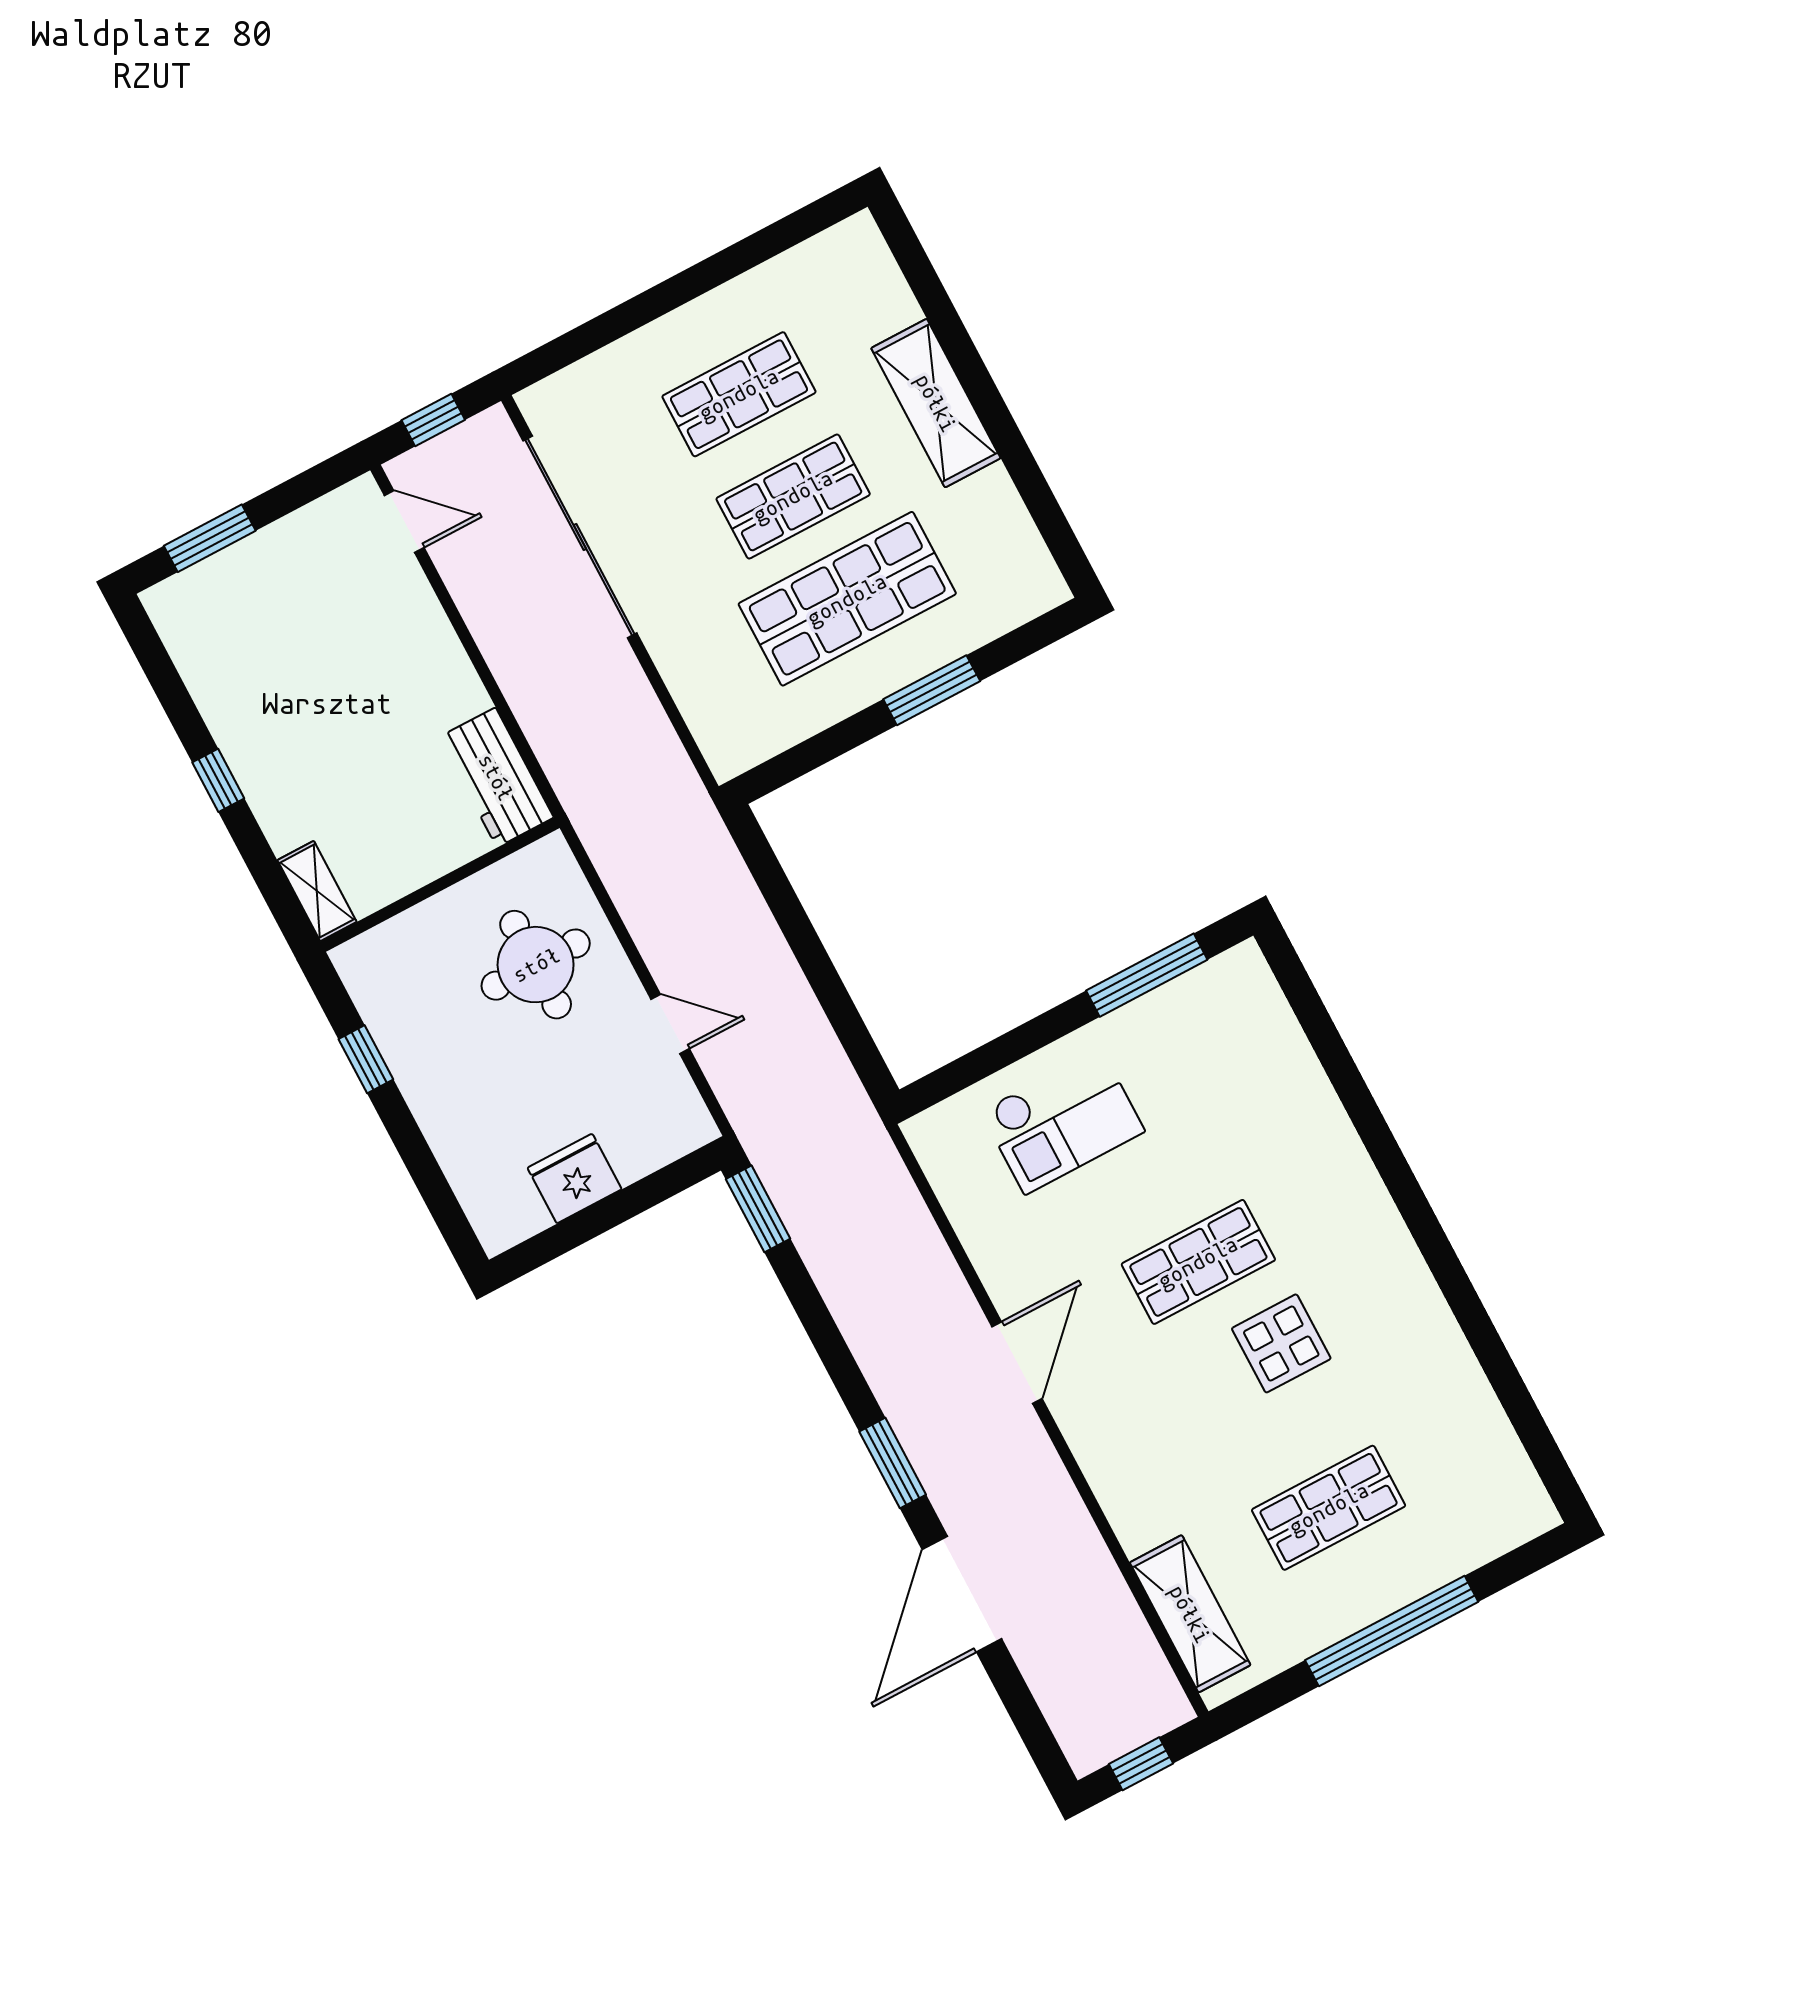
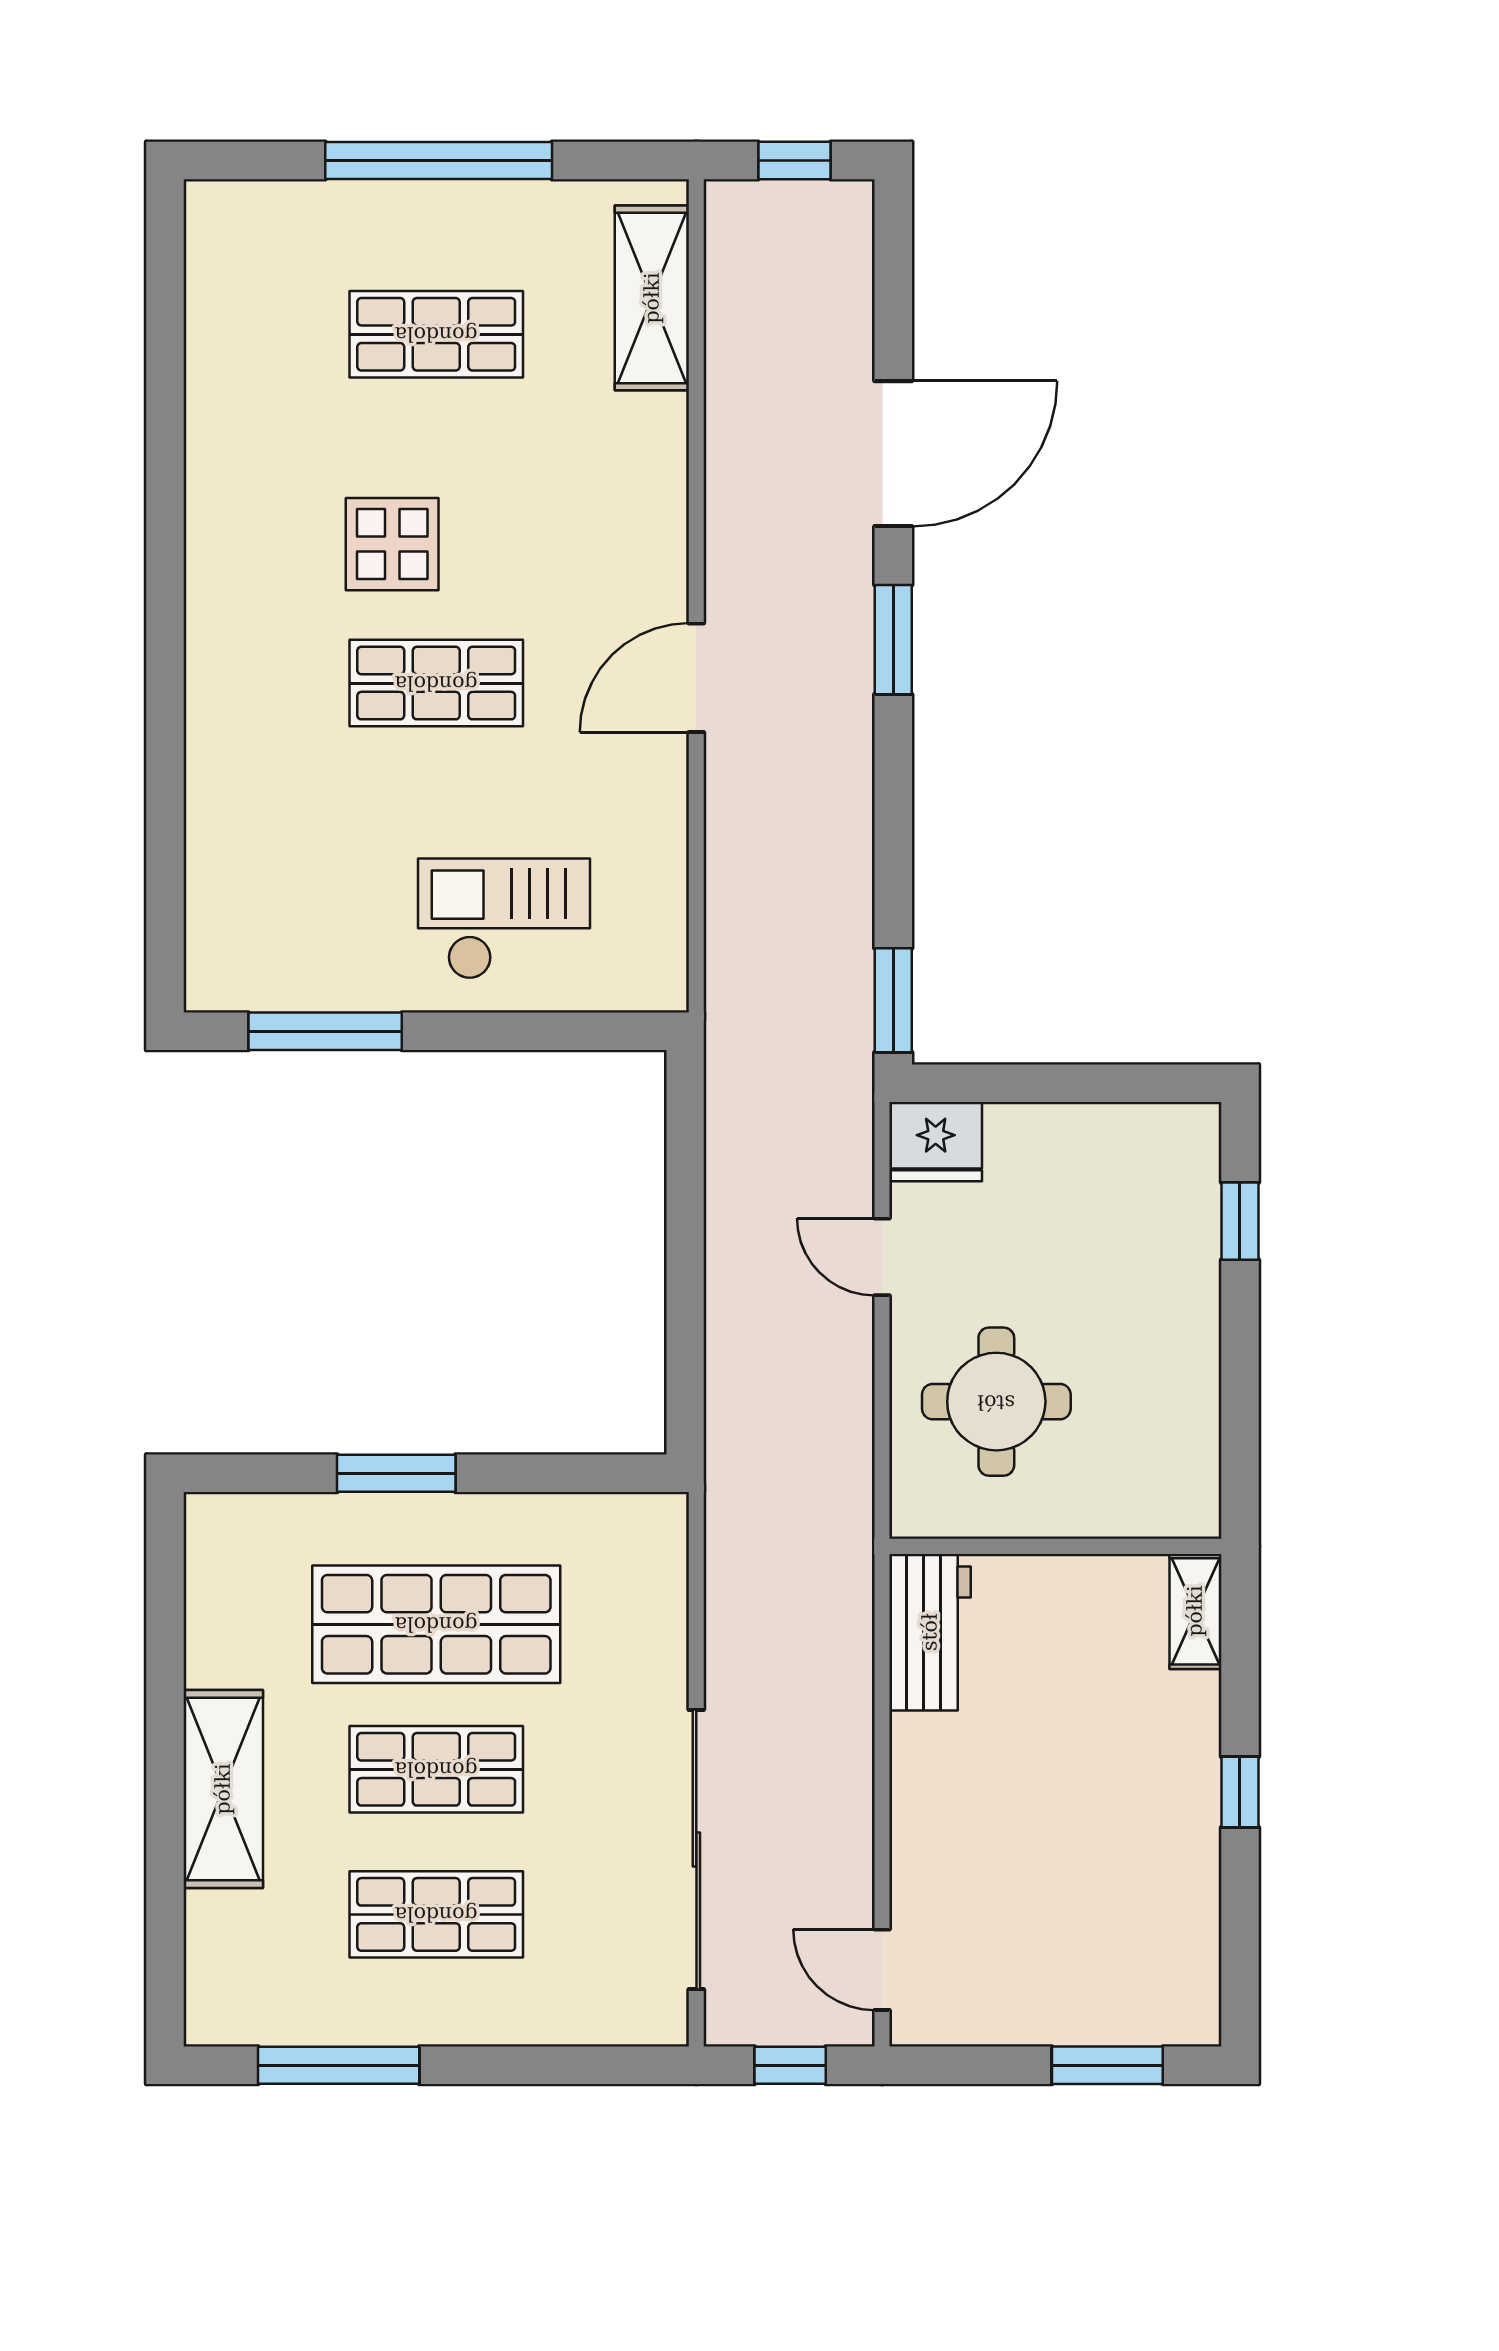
window: (751, 251) -> (339, 2065), added
window: (366, 1059) -> (1240, 1221), moved
fridge: (575, 1179) -> (936, 1142), moved

